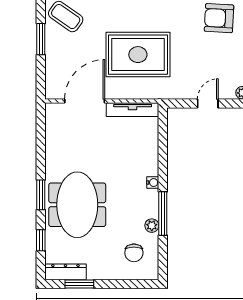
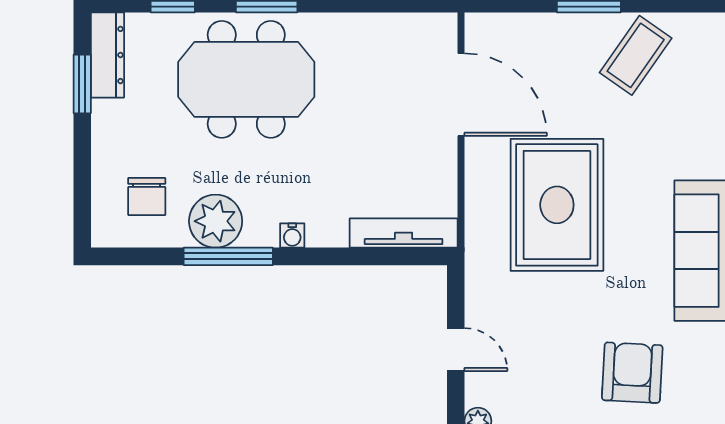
tv unit: (133, 110) -> (404, 233), moved, turned 90
plant: (152, 226) -> (216, 221), width x1.87, depth x1.87
chair: (134, 253) -> (147, 197), turned -90

